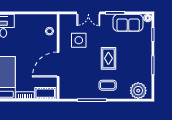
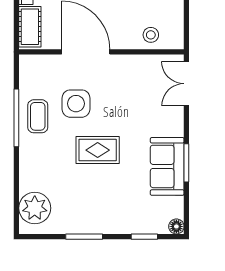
double door: (88, 13) -> (186, 84), moved
sofa: (128, 23) -> (167, 166), moved
side table: (79, 40) -> (76, 104), moved
coffee table: (108, 85) -> (38, 116), moved

